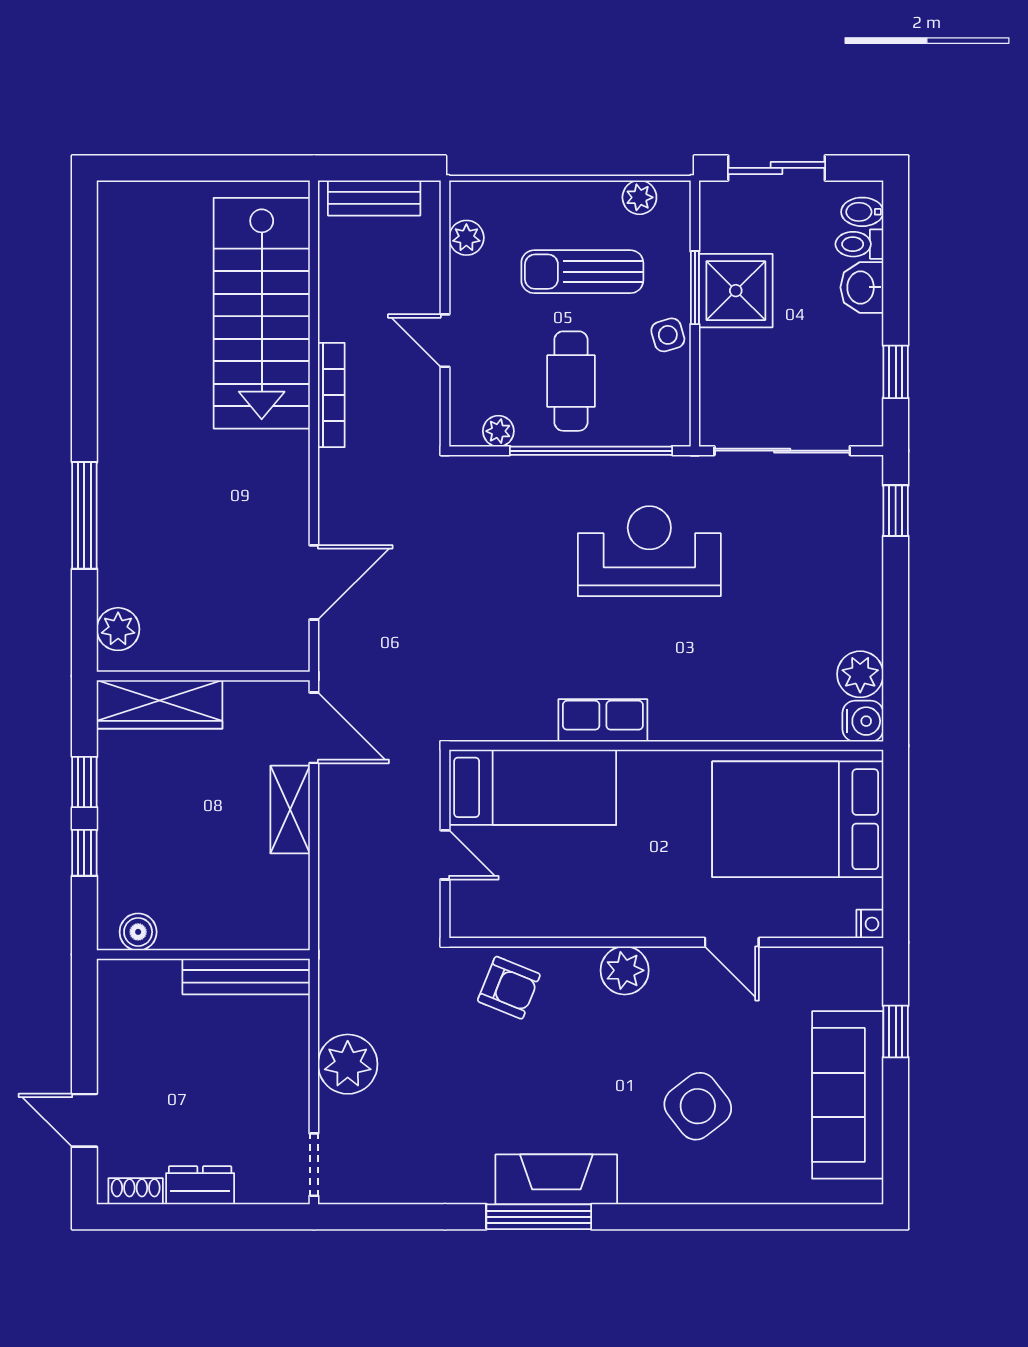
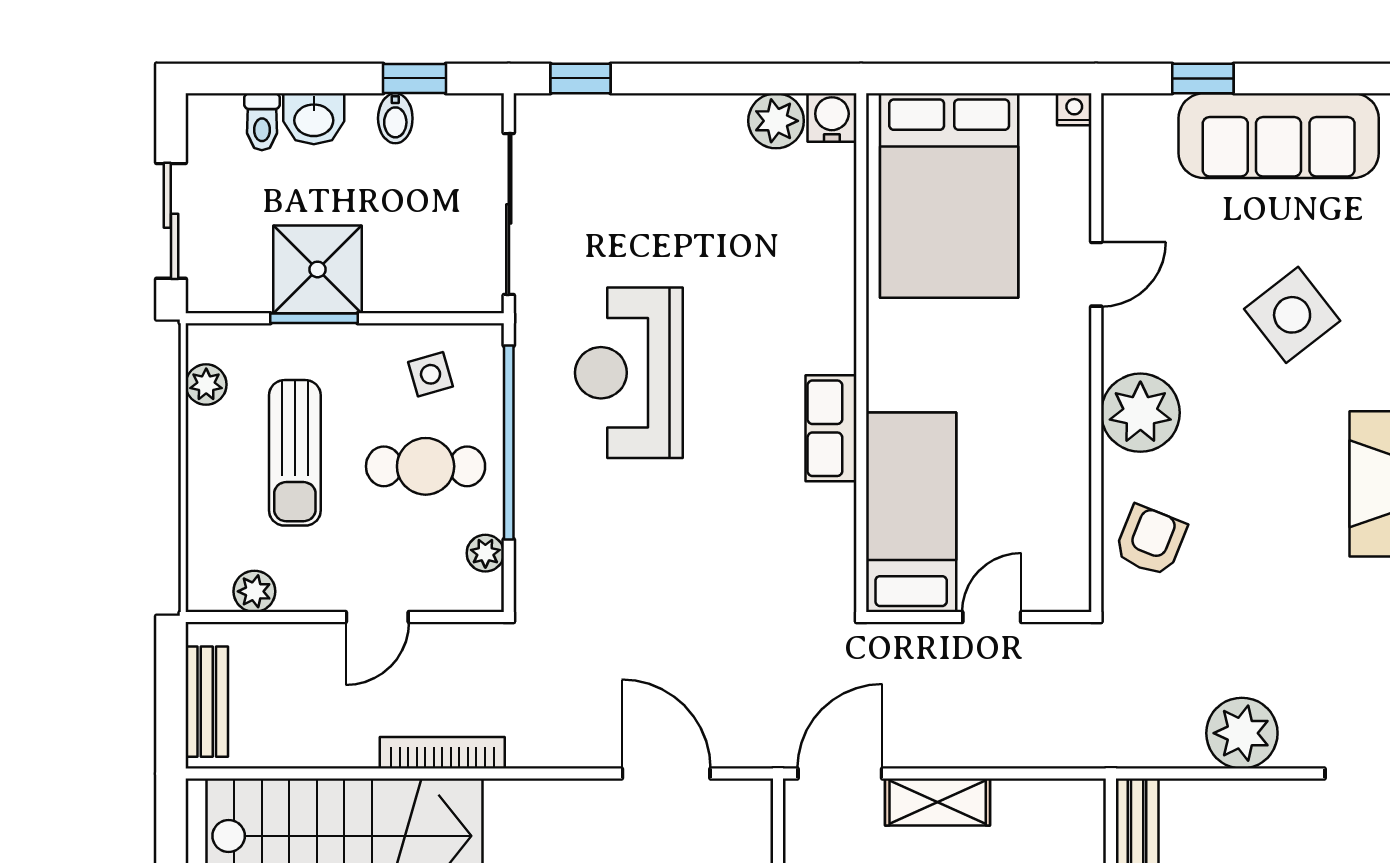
bidet: (862, 212) -> (395, 118), moved
side table: (668, 335) -> (431, 374), moved
plant: (625, 970) -> (1140, 413), width x1.36, depth x1.36

